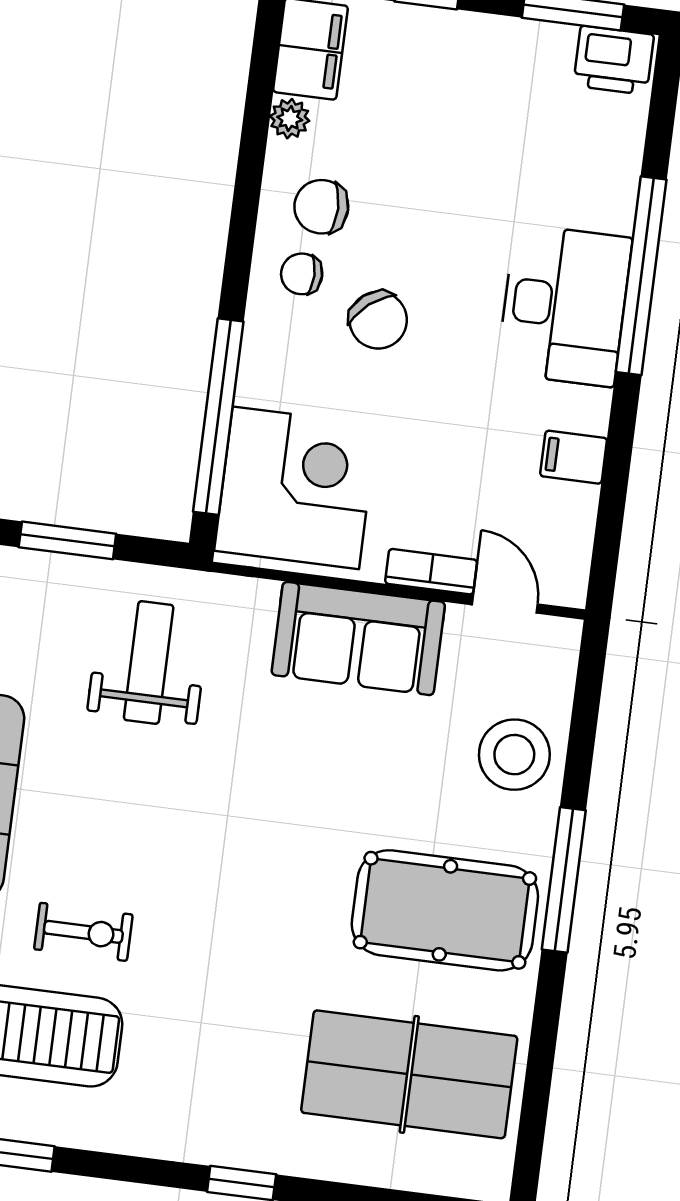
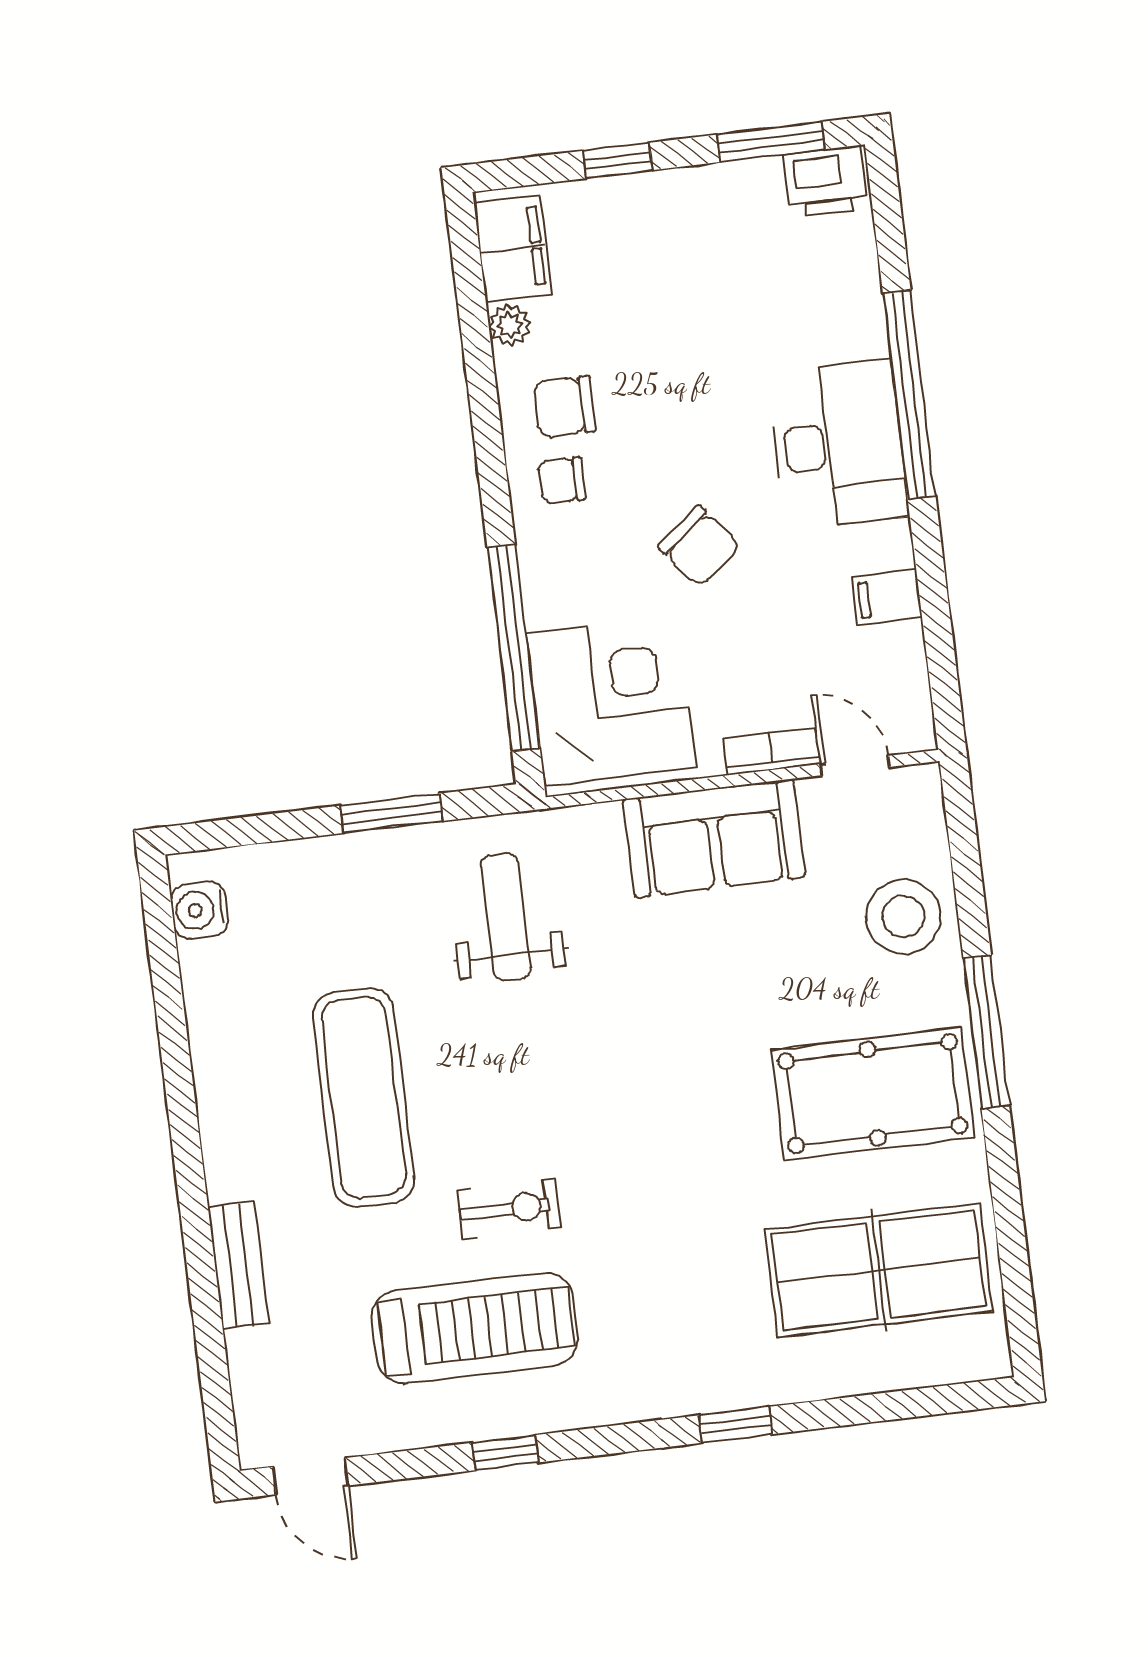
chair: (378, 320) -> (699, 546), moved

